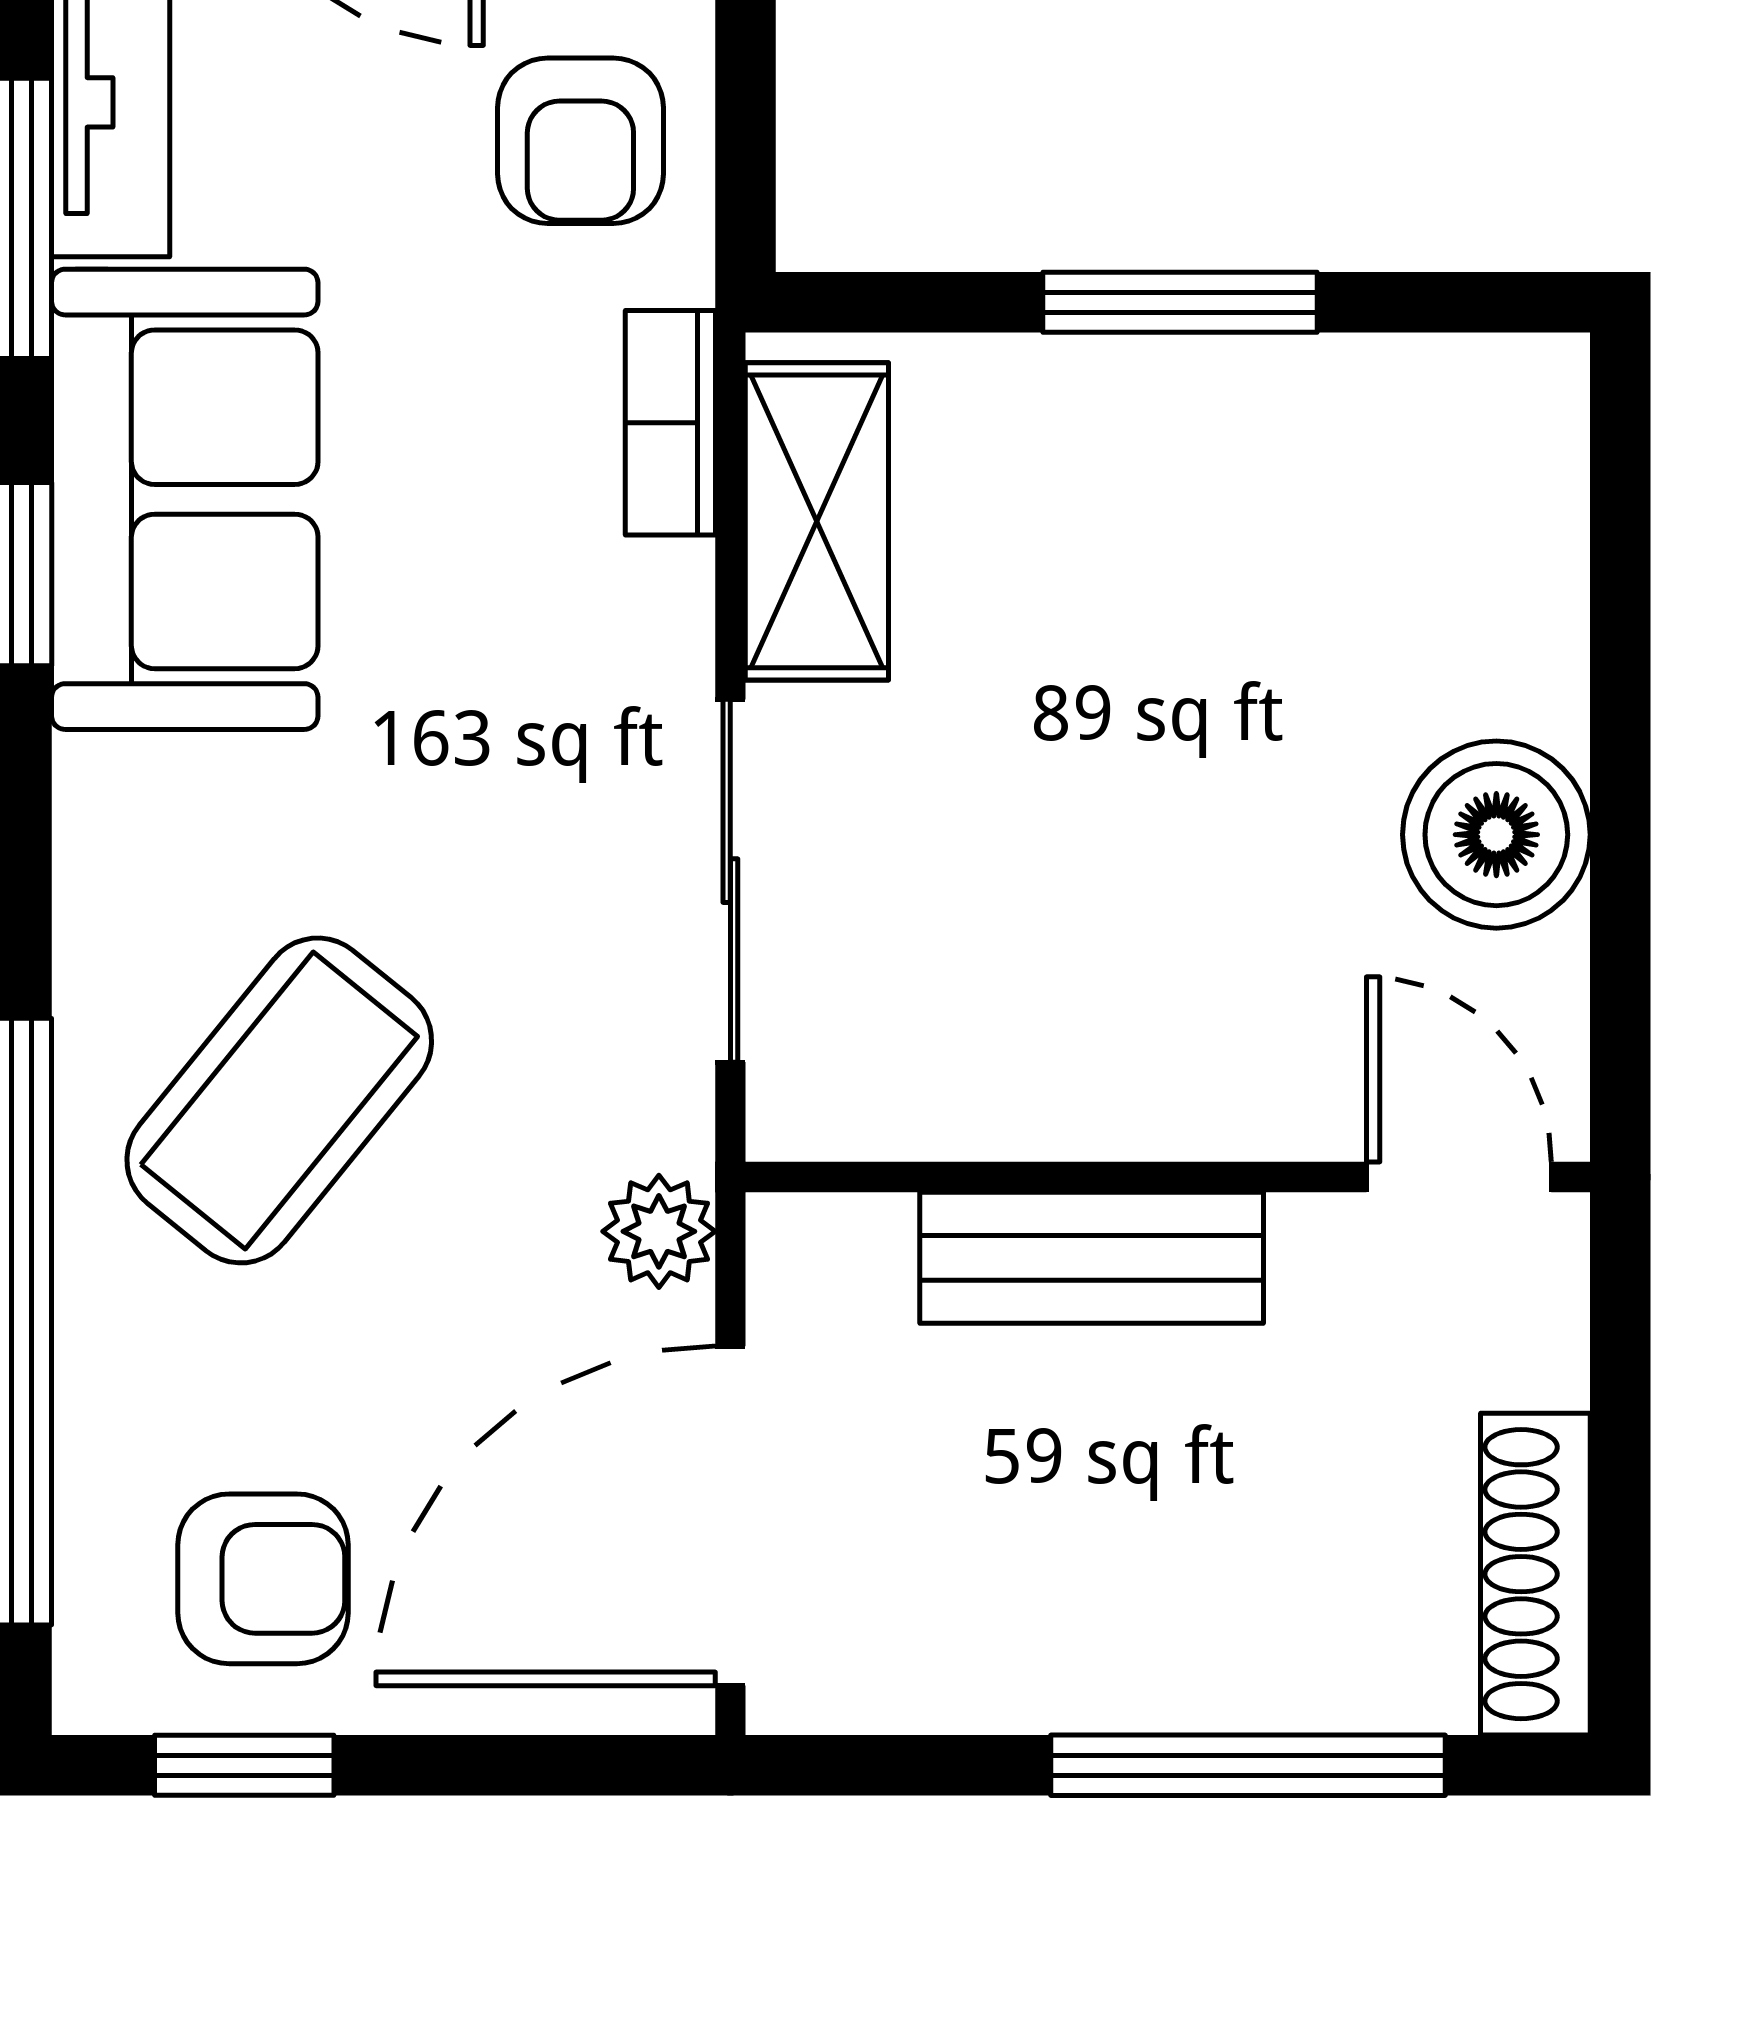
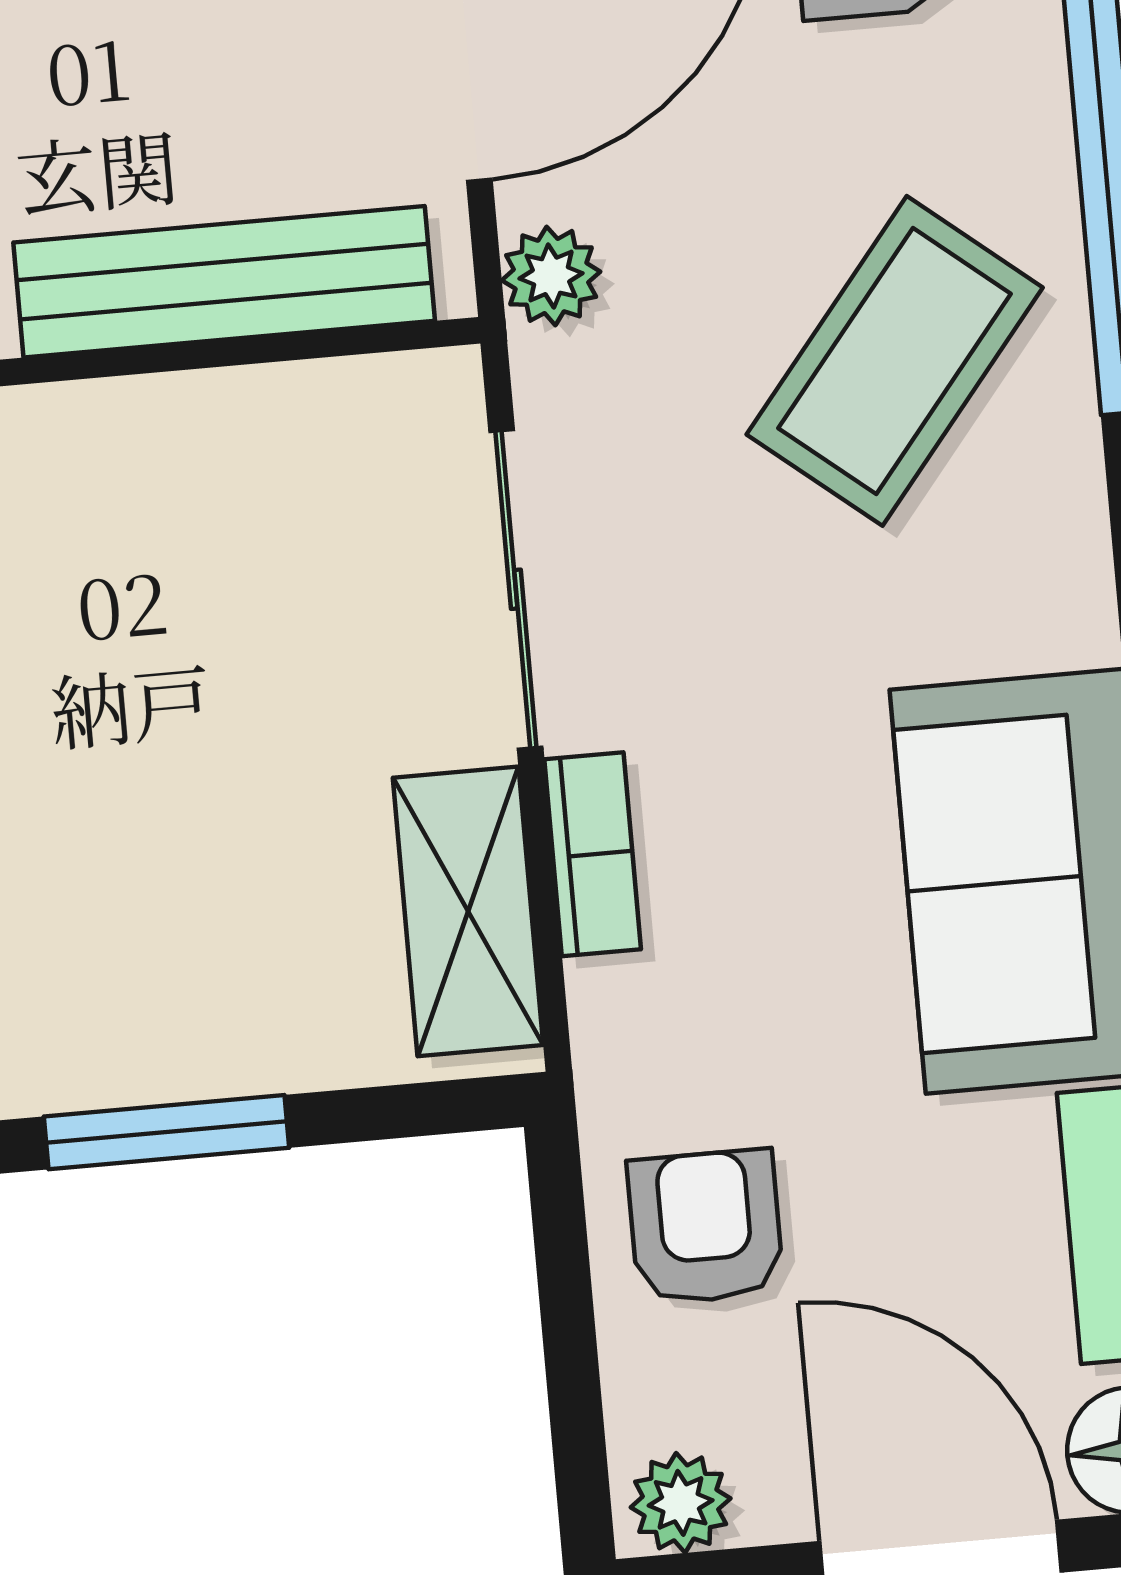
bookcase: (670, 423) -> (593, 854), moved
bench: (1092, 1258) -> (224, 282), width x1.36

